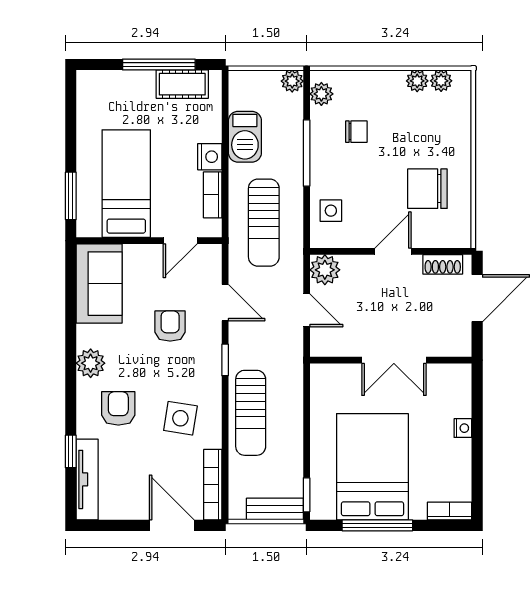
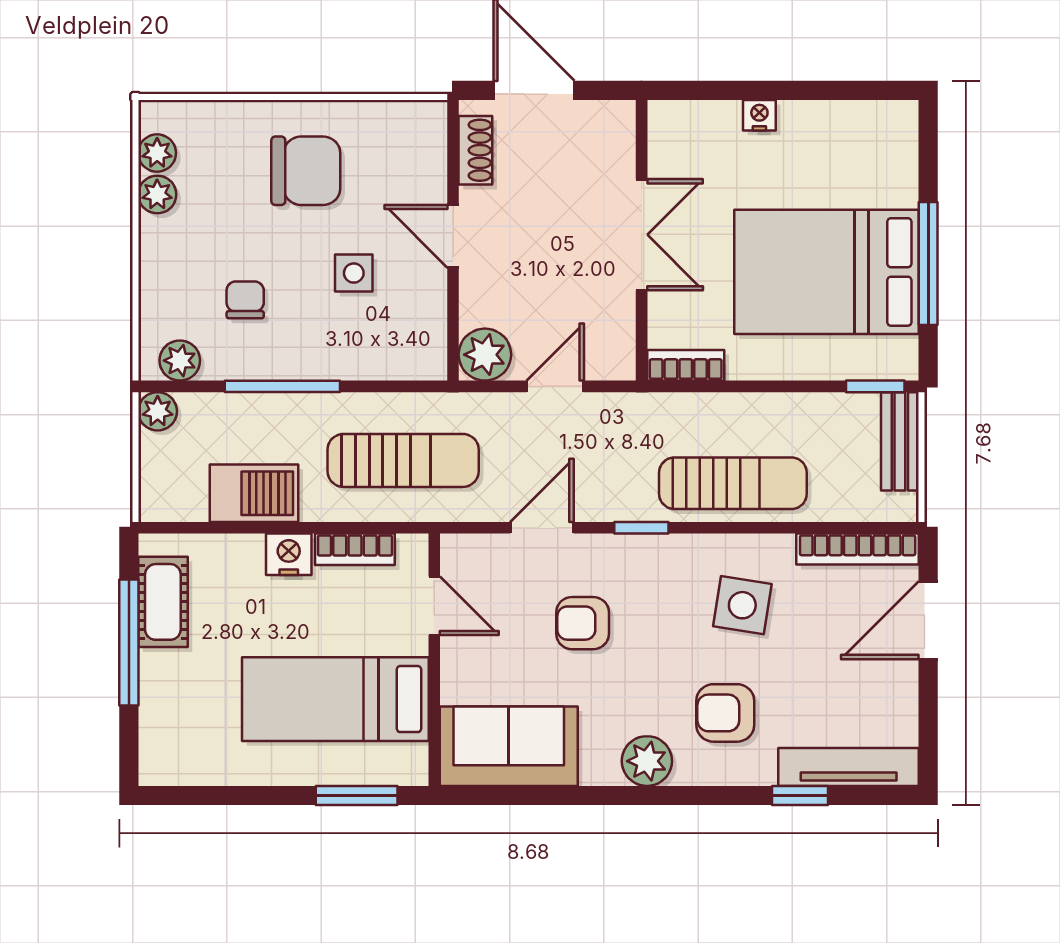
chair: (427, 189) -> (306, 171), moved, turned -90
side table: (331, 211) -> (354, 273), moved
bookcase: (450, 511) -> (686, 365), moved, turned 90

